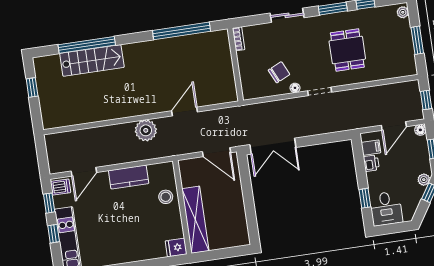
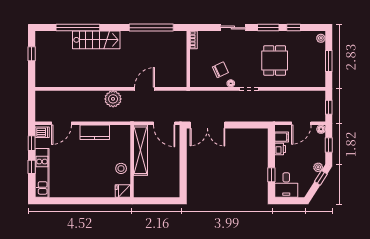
stairs: (92, 60) -> (96, 40), moved
stool: (166, 197) -> (121, 168), moved
shelving: (195, 220) -> (141, 150), moved

